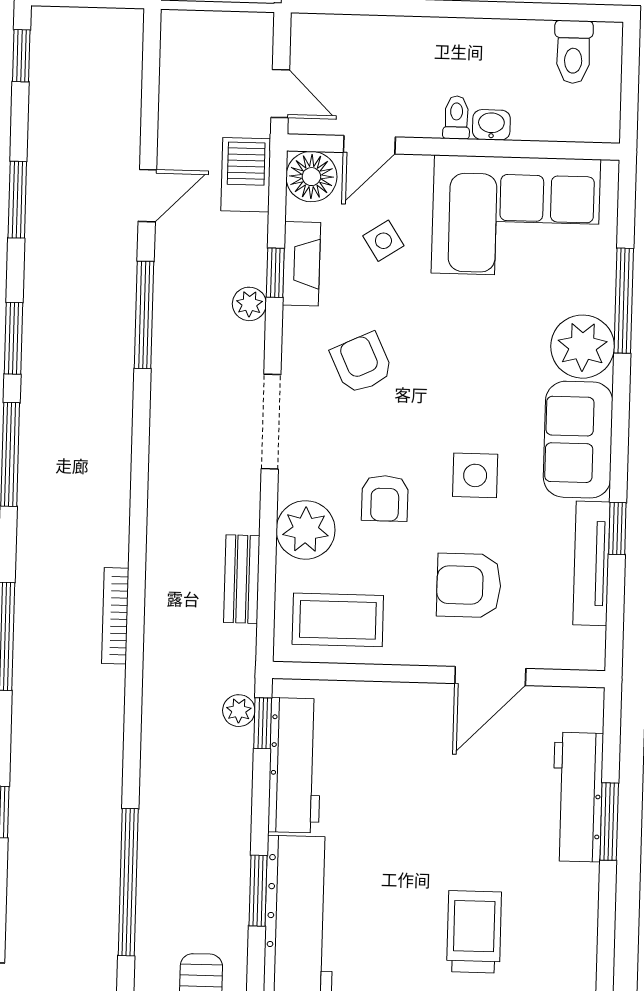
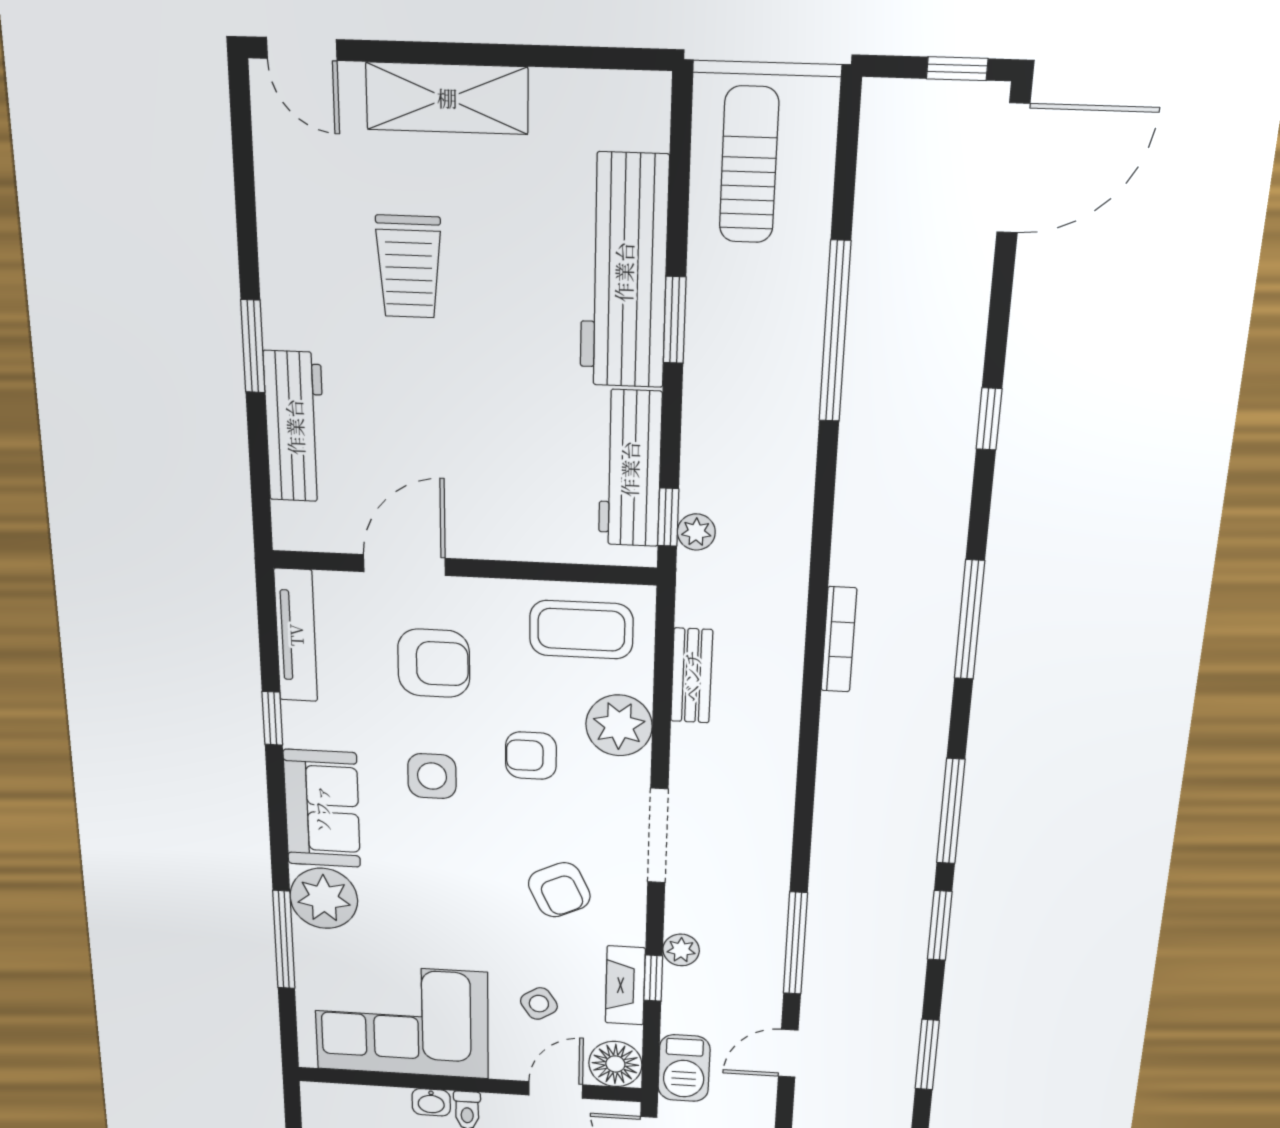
armchair: (385, 498) -> (531, 756), turned -90
tv unit: (591, 563) -> (296, 635), moved
window: (609, 822) -> (253, 346), moved

